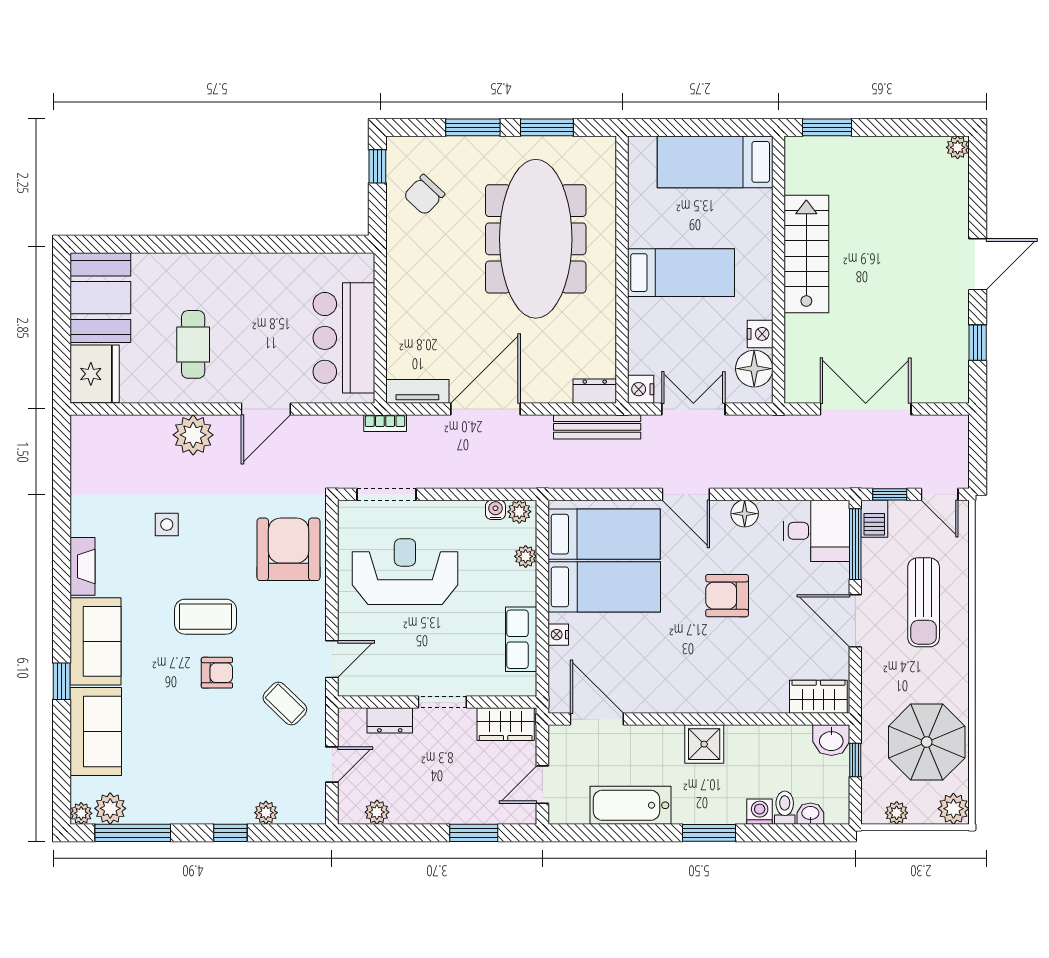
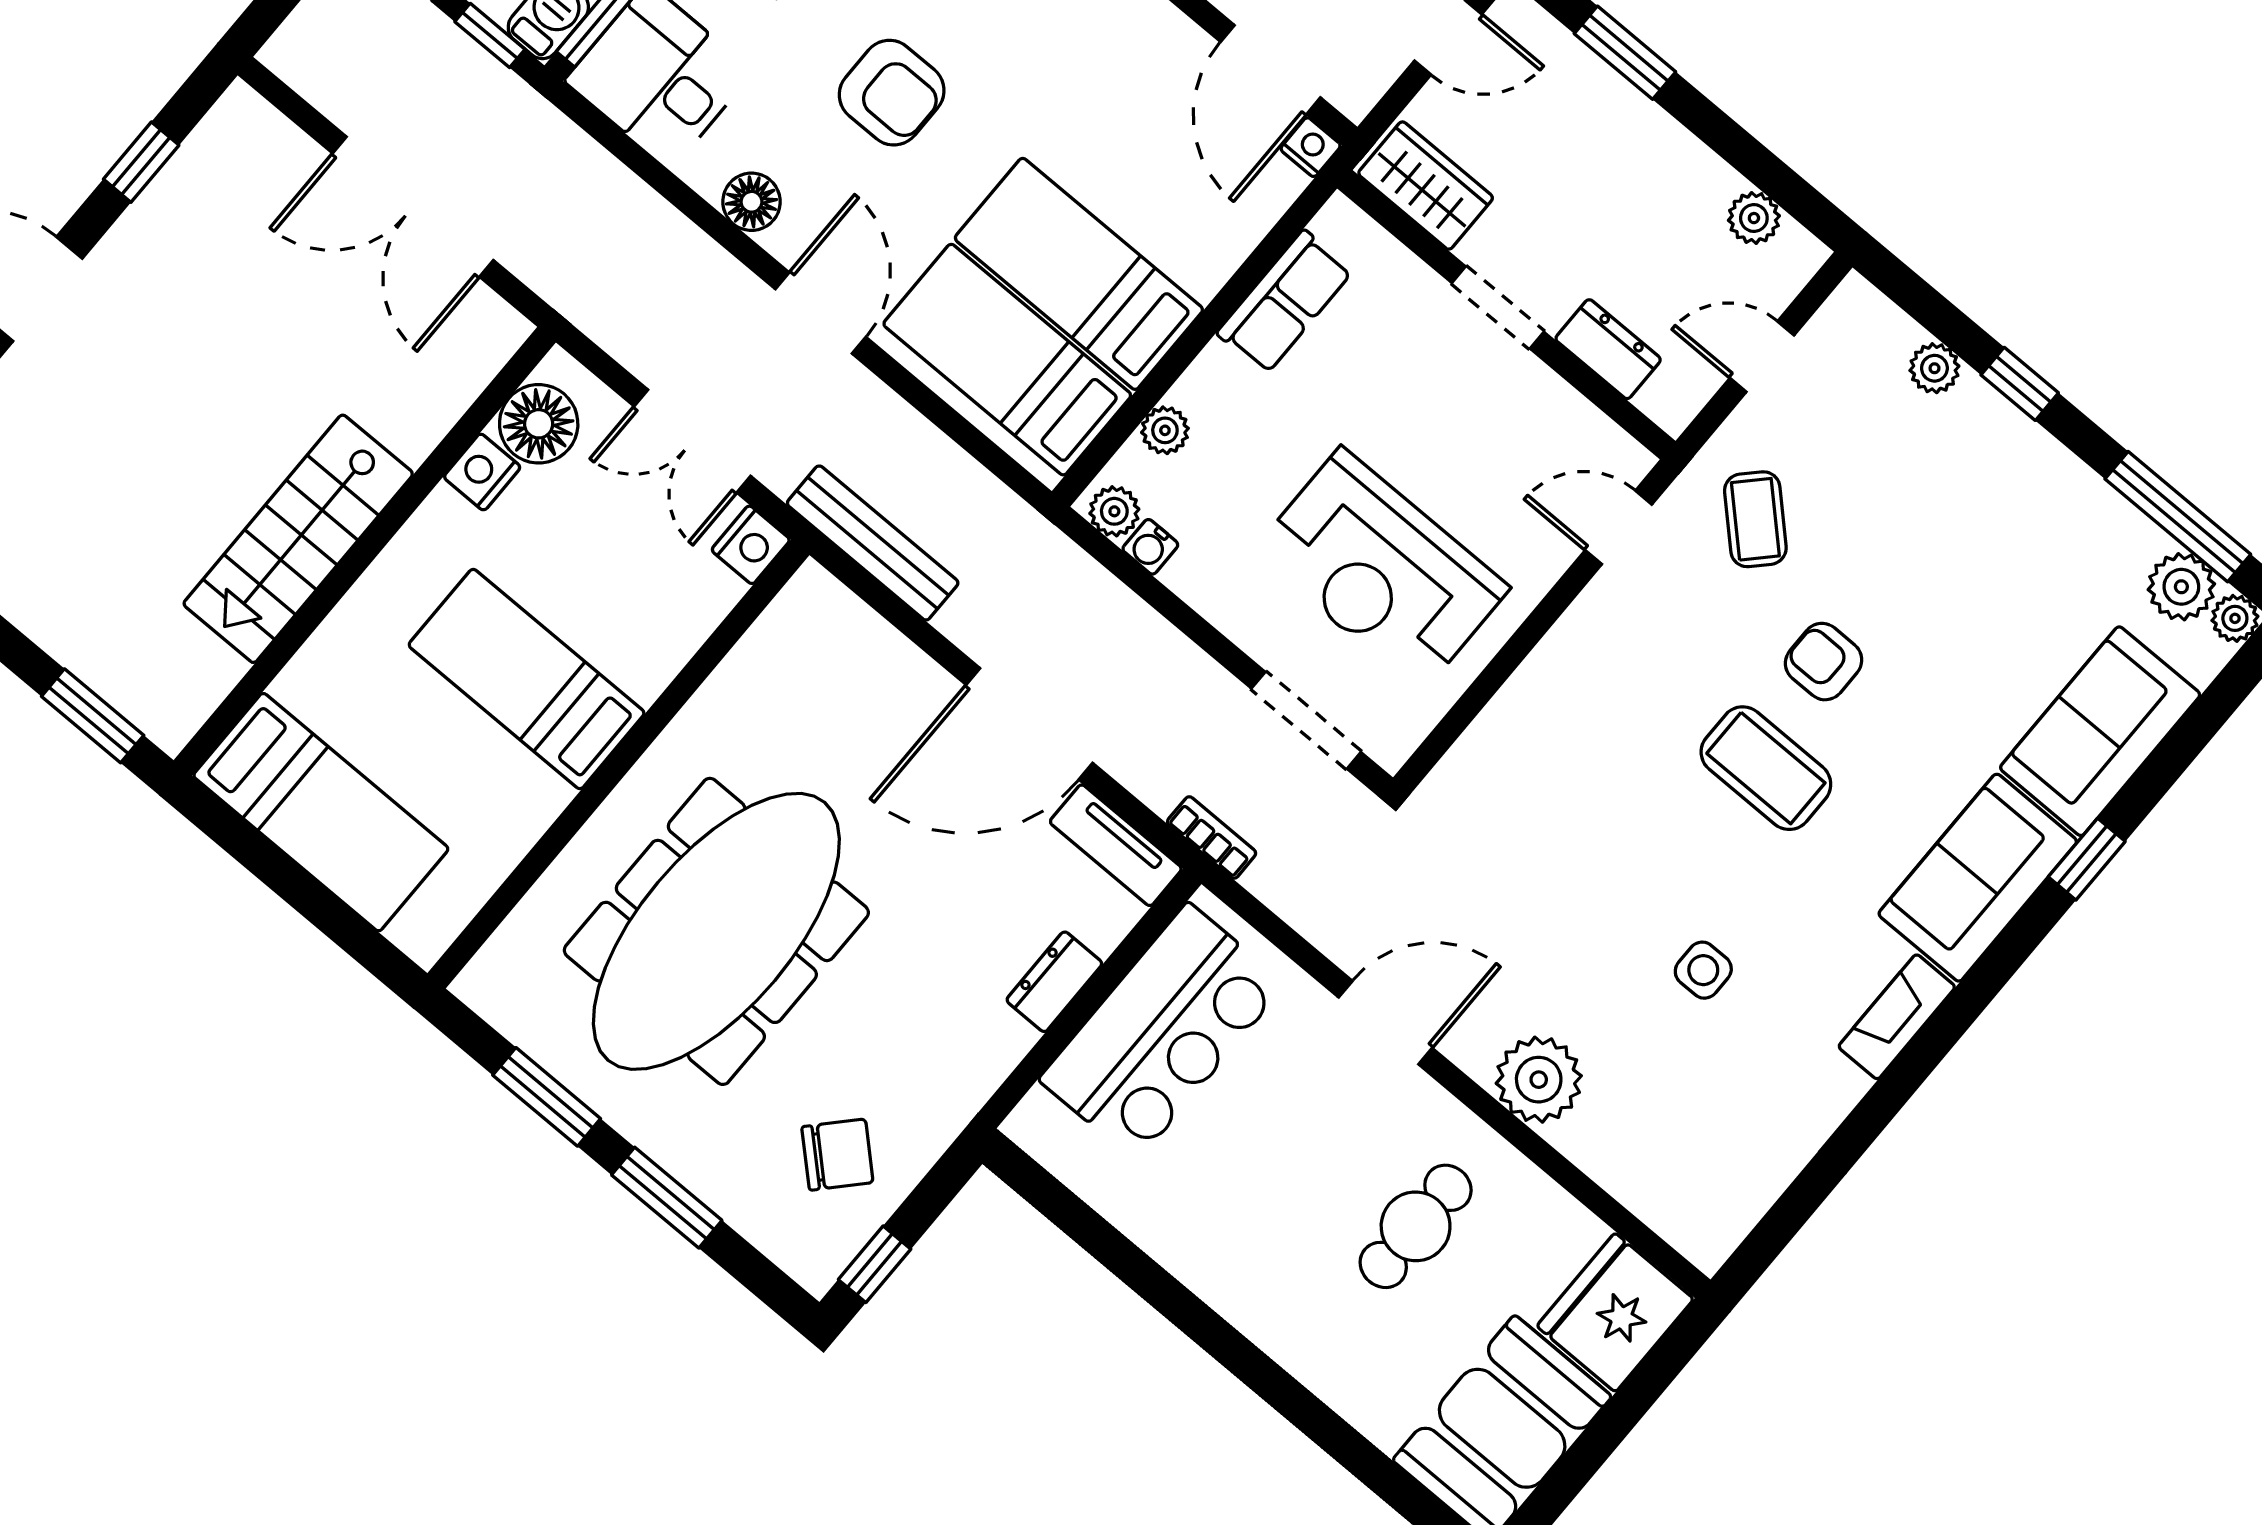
dresser: (595, 391) -> (1054, 982), moved, turned 90
armchair: (289, 549) -> (1540, 764), removed
nightstand: (558, 635) -> (1311, 147), moved, turned -90

